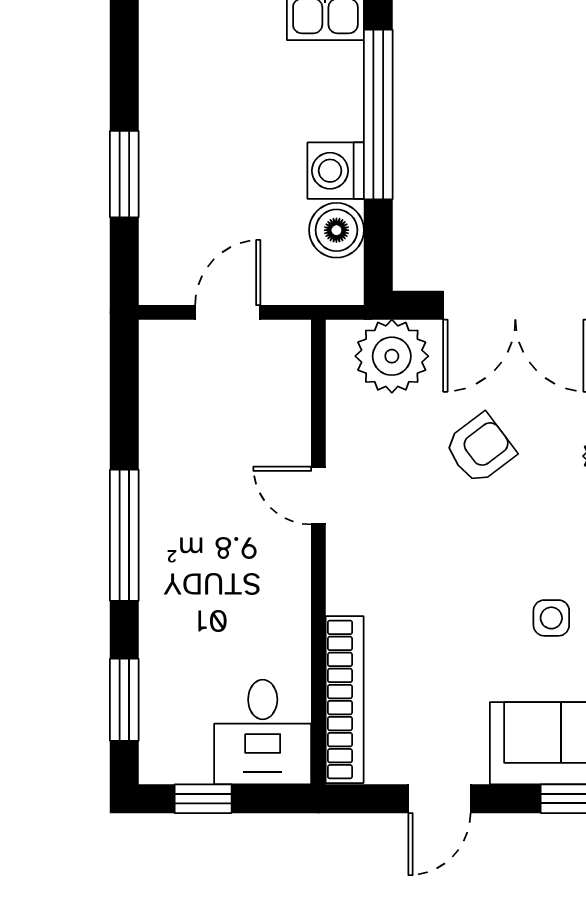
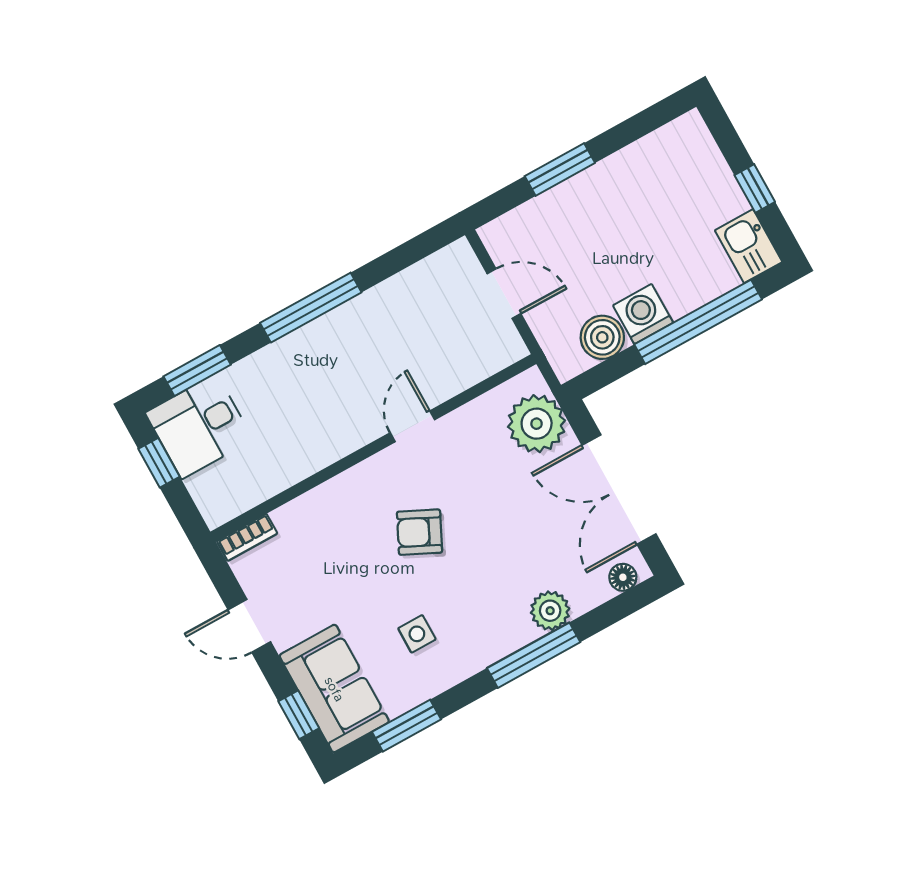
armchair: (480, 449) -> (419, 532), moved, turned 153
bookcase: (345, 700) -> (247, 537), width x0.43, depth x0.76
desk: (263, 732) -> (199, 426), moved

